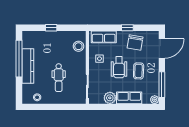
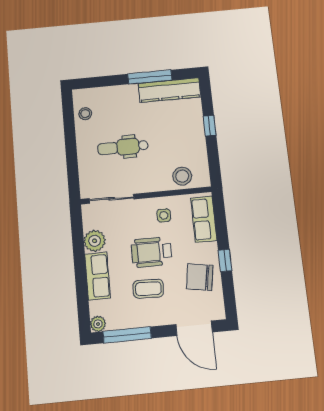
window: (19, 59) -> (150, 77), width x0.68
kitchen counter: (28, 66) -> (169, 90), moved

